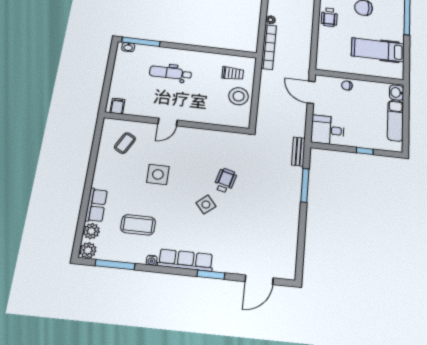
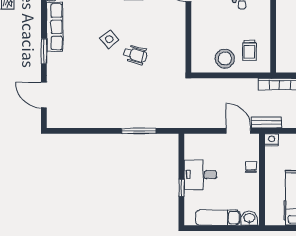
nightstand: (322, 65) -> (272, 140), added
door: (311, 92) -> (239, 131), hinge flipped
desk: (328, 130) -> (200, 175), moved, turned -90
bench: (298, 152) -> (267, 122), moved

